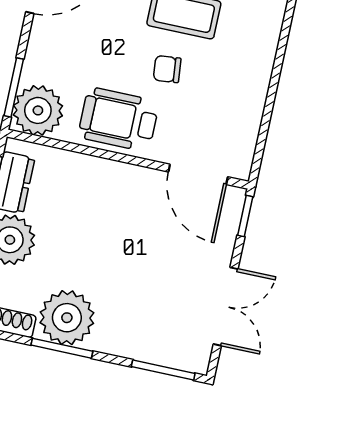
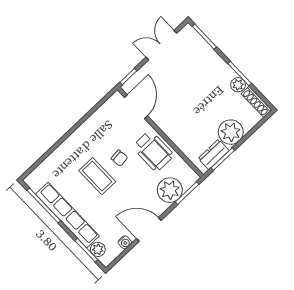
plant: (38, 110) -> (170, 190), moved
plant: (67, 318) -> (238, 85), width x0.53, depth x0.53

